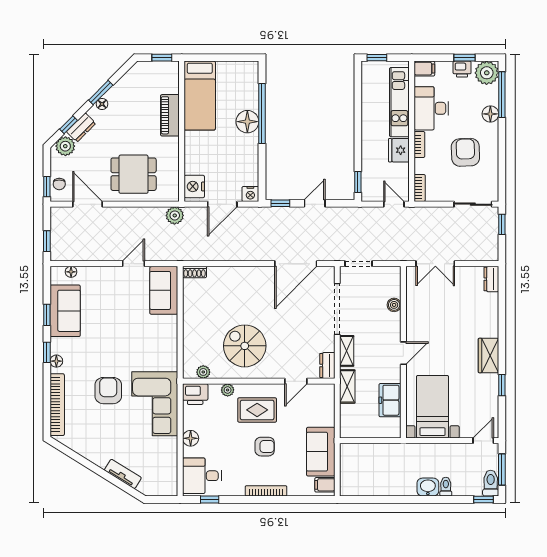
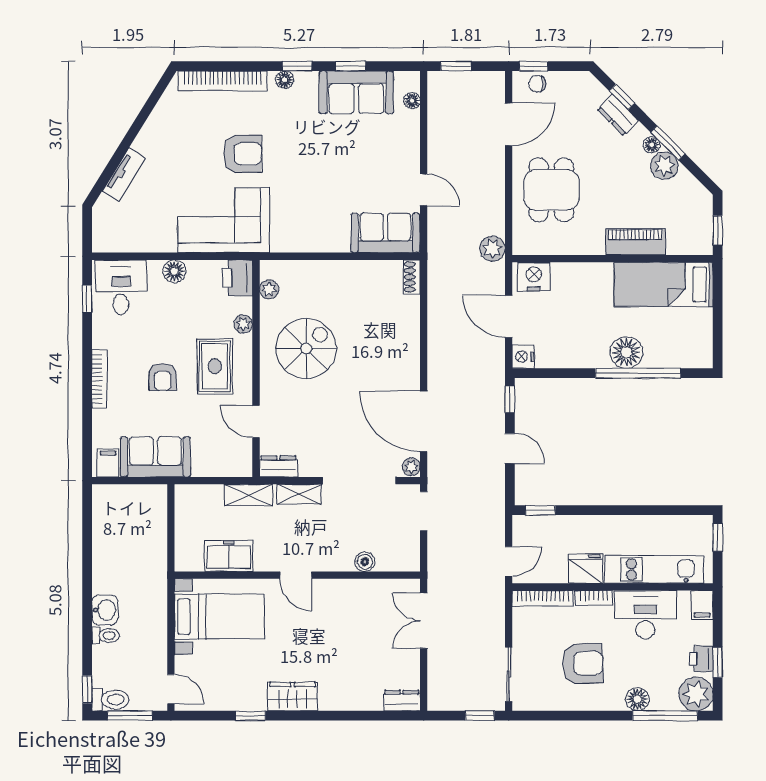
plant: (65, 146) -> (664, 166), moved
bookcase: (420, 188) -> (543, 598), width x1.56
plant: (328, 272) -> (411, 467), added

